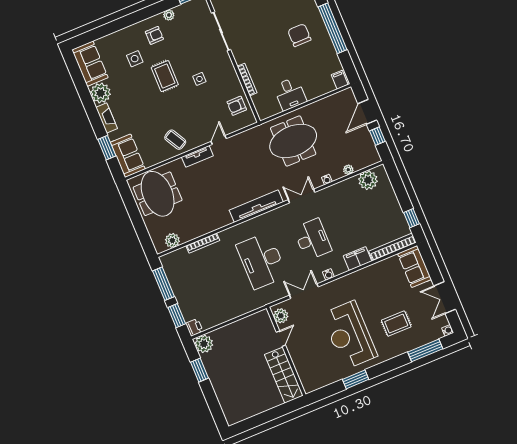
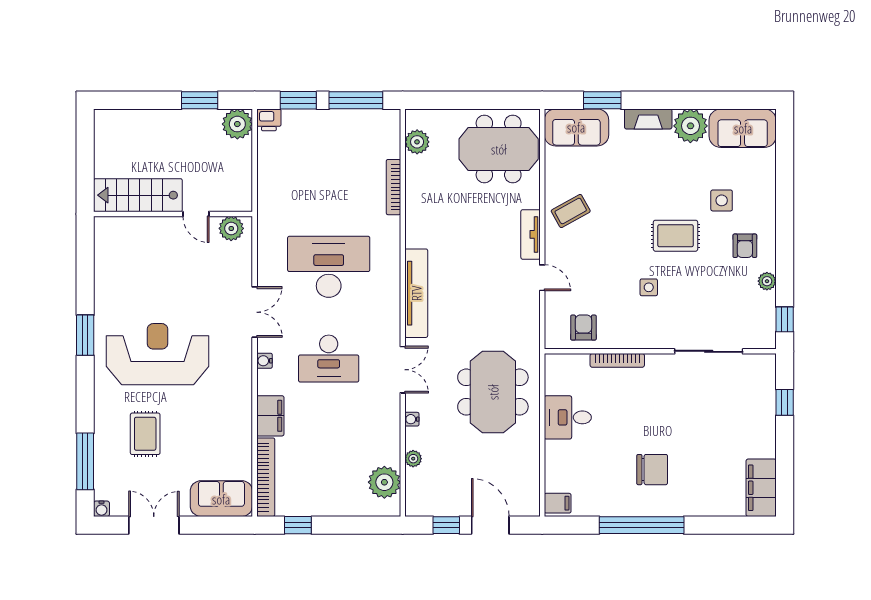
plant: (281, 316) -> (231, 228), moved
door: (281, 339) -> (196, 214), moved
wall: (286, 351) -> (173, 214), moved
stairs: (284, 375) -> (138, 195), moved

